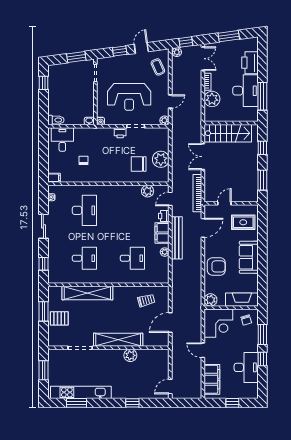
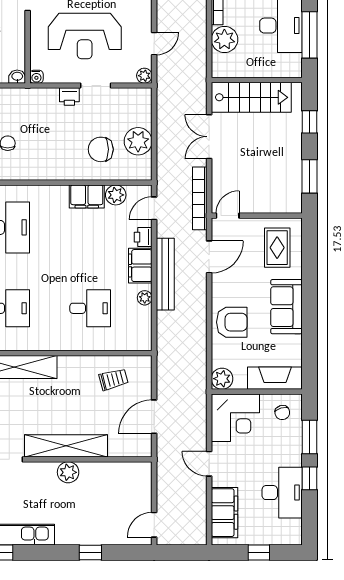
filing cabinet: (130, 192) -> (87, 196), added
door: (224, 203) -> (228, 216), moved
rug: (243, 222) -> (277, 248), turned 90
plant: (130, 355) -> (68, 472), moved

